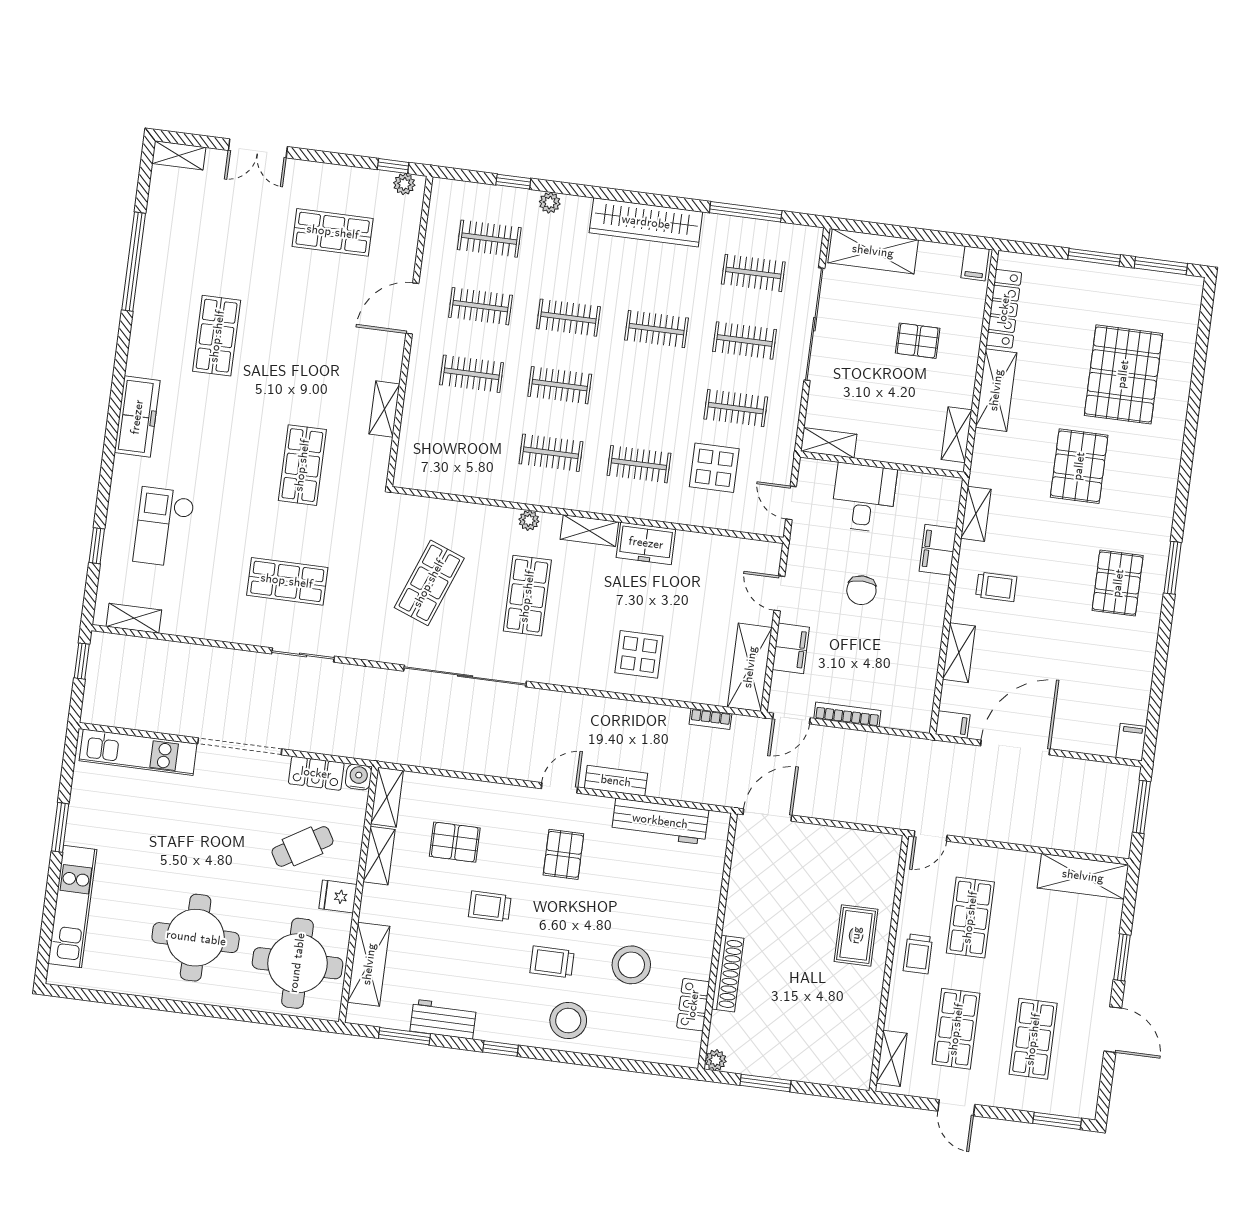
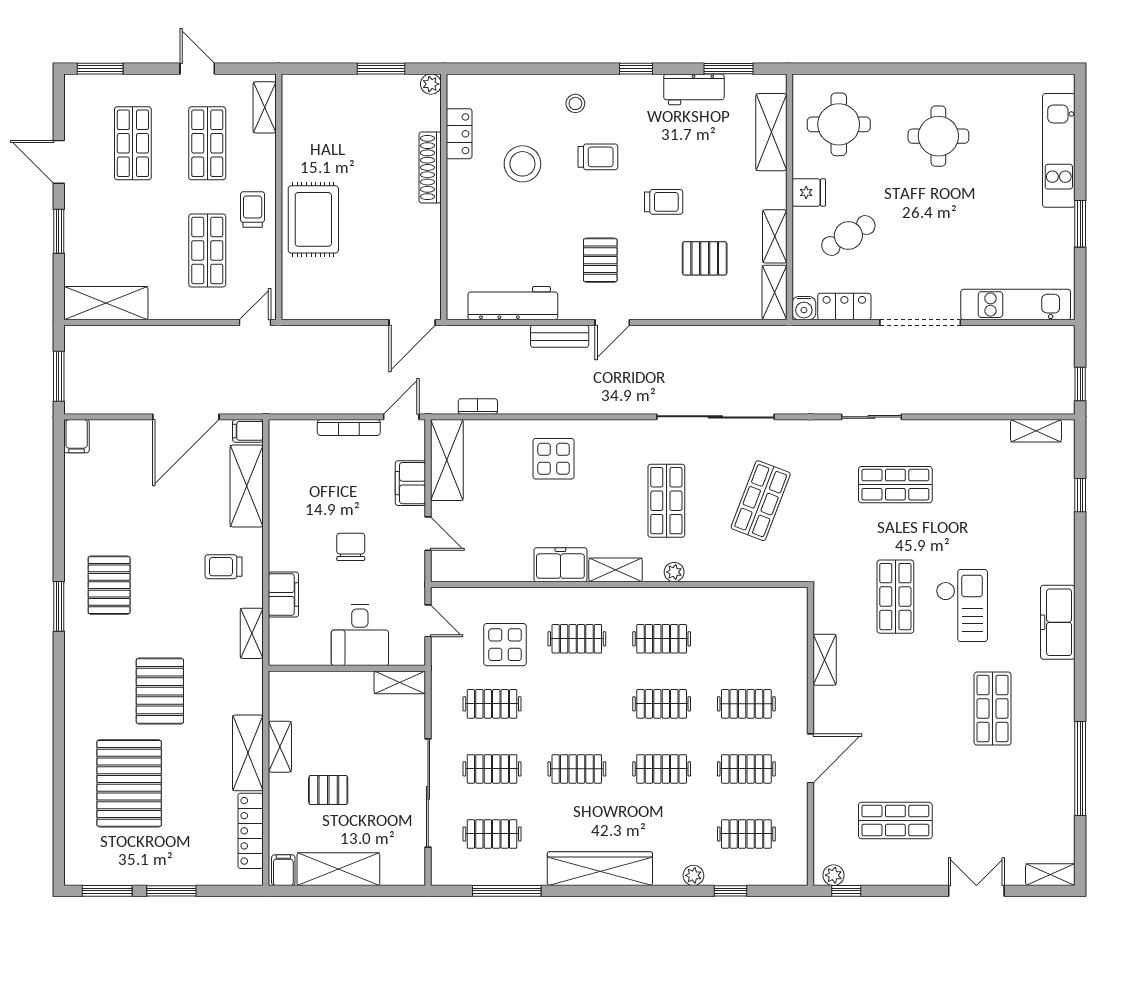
shelving: (873, 251) -> (338, 869), moved
shelving: (957, 435) -> (280, 747), moved
checkout: (164, 527) -> (962, 606), moved
shelving: (959, 653) -> (247, 486), width x1.50, depth x1.33
rug: (856, 935) -> (313, 219), width x1.36, depth x1.43
round table: (196, 938) -> (938, 136), width x0.73, depth x0.73
round table: (297, 963) -> (839, 124), width x0.73, depth x0.73
stool: (568, 1020) -> (575, 103), width x0.53, depth x0.53

